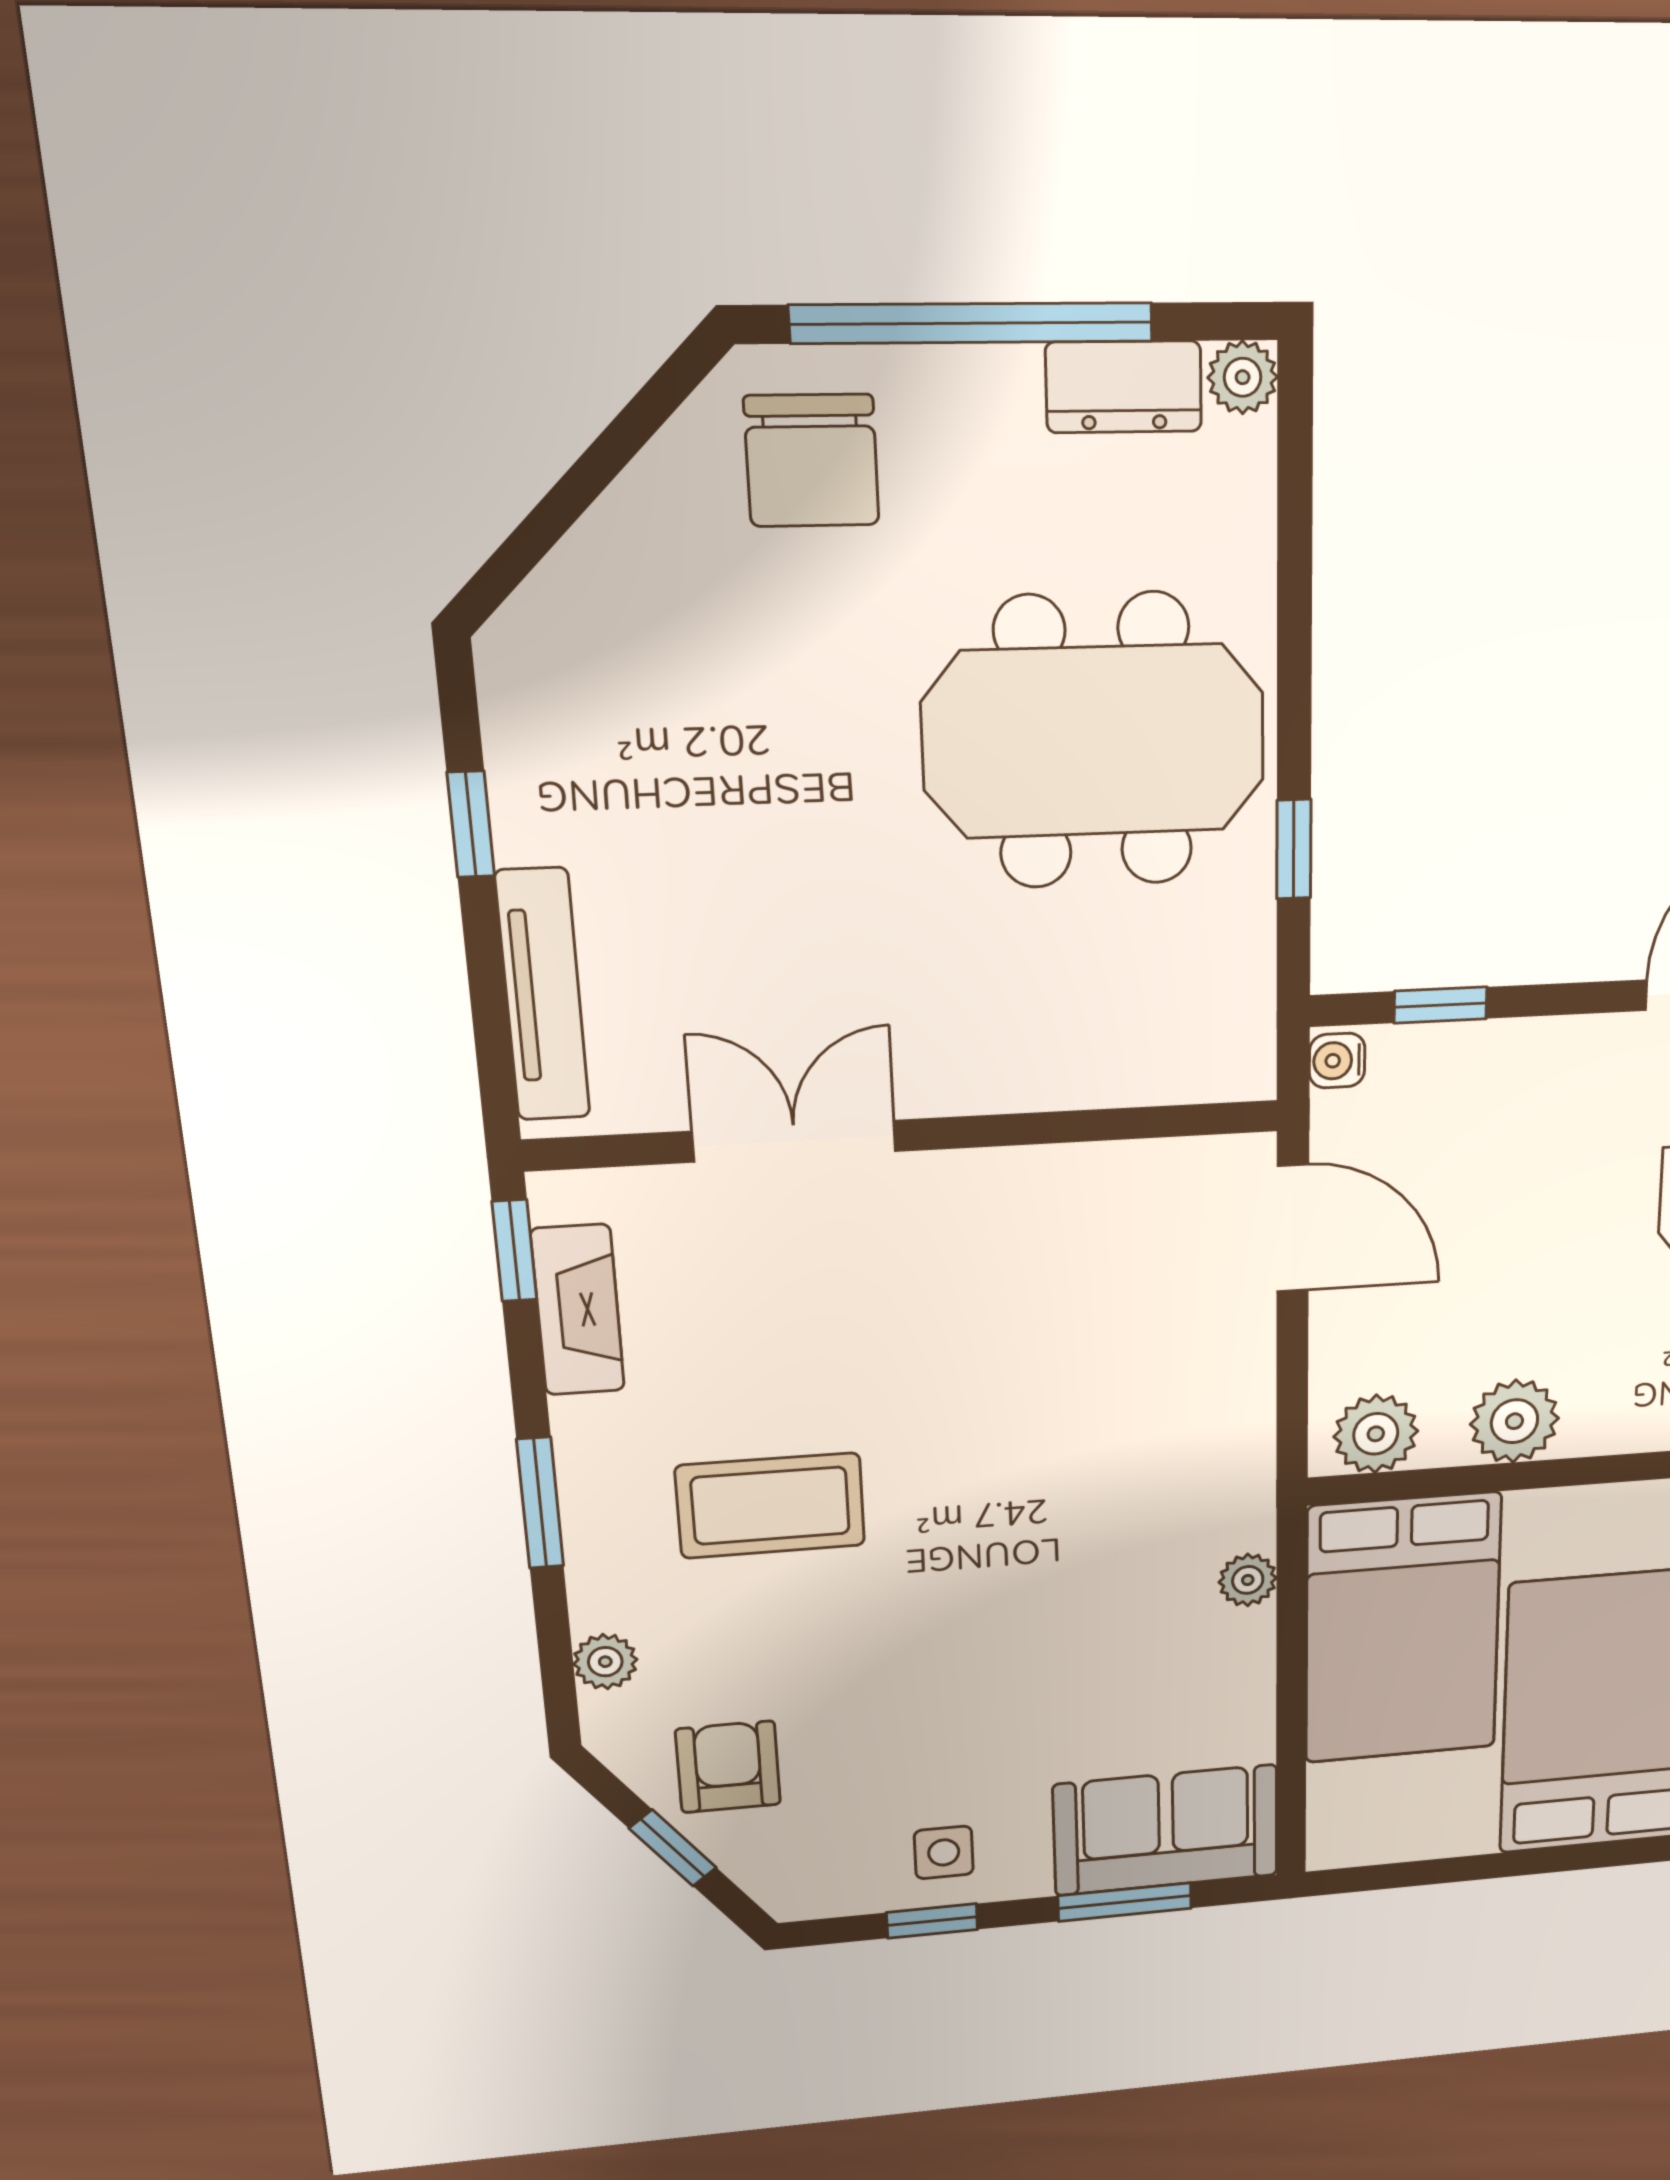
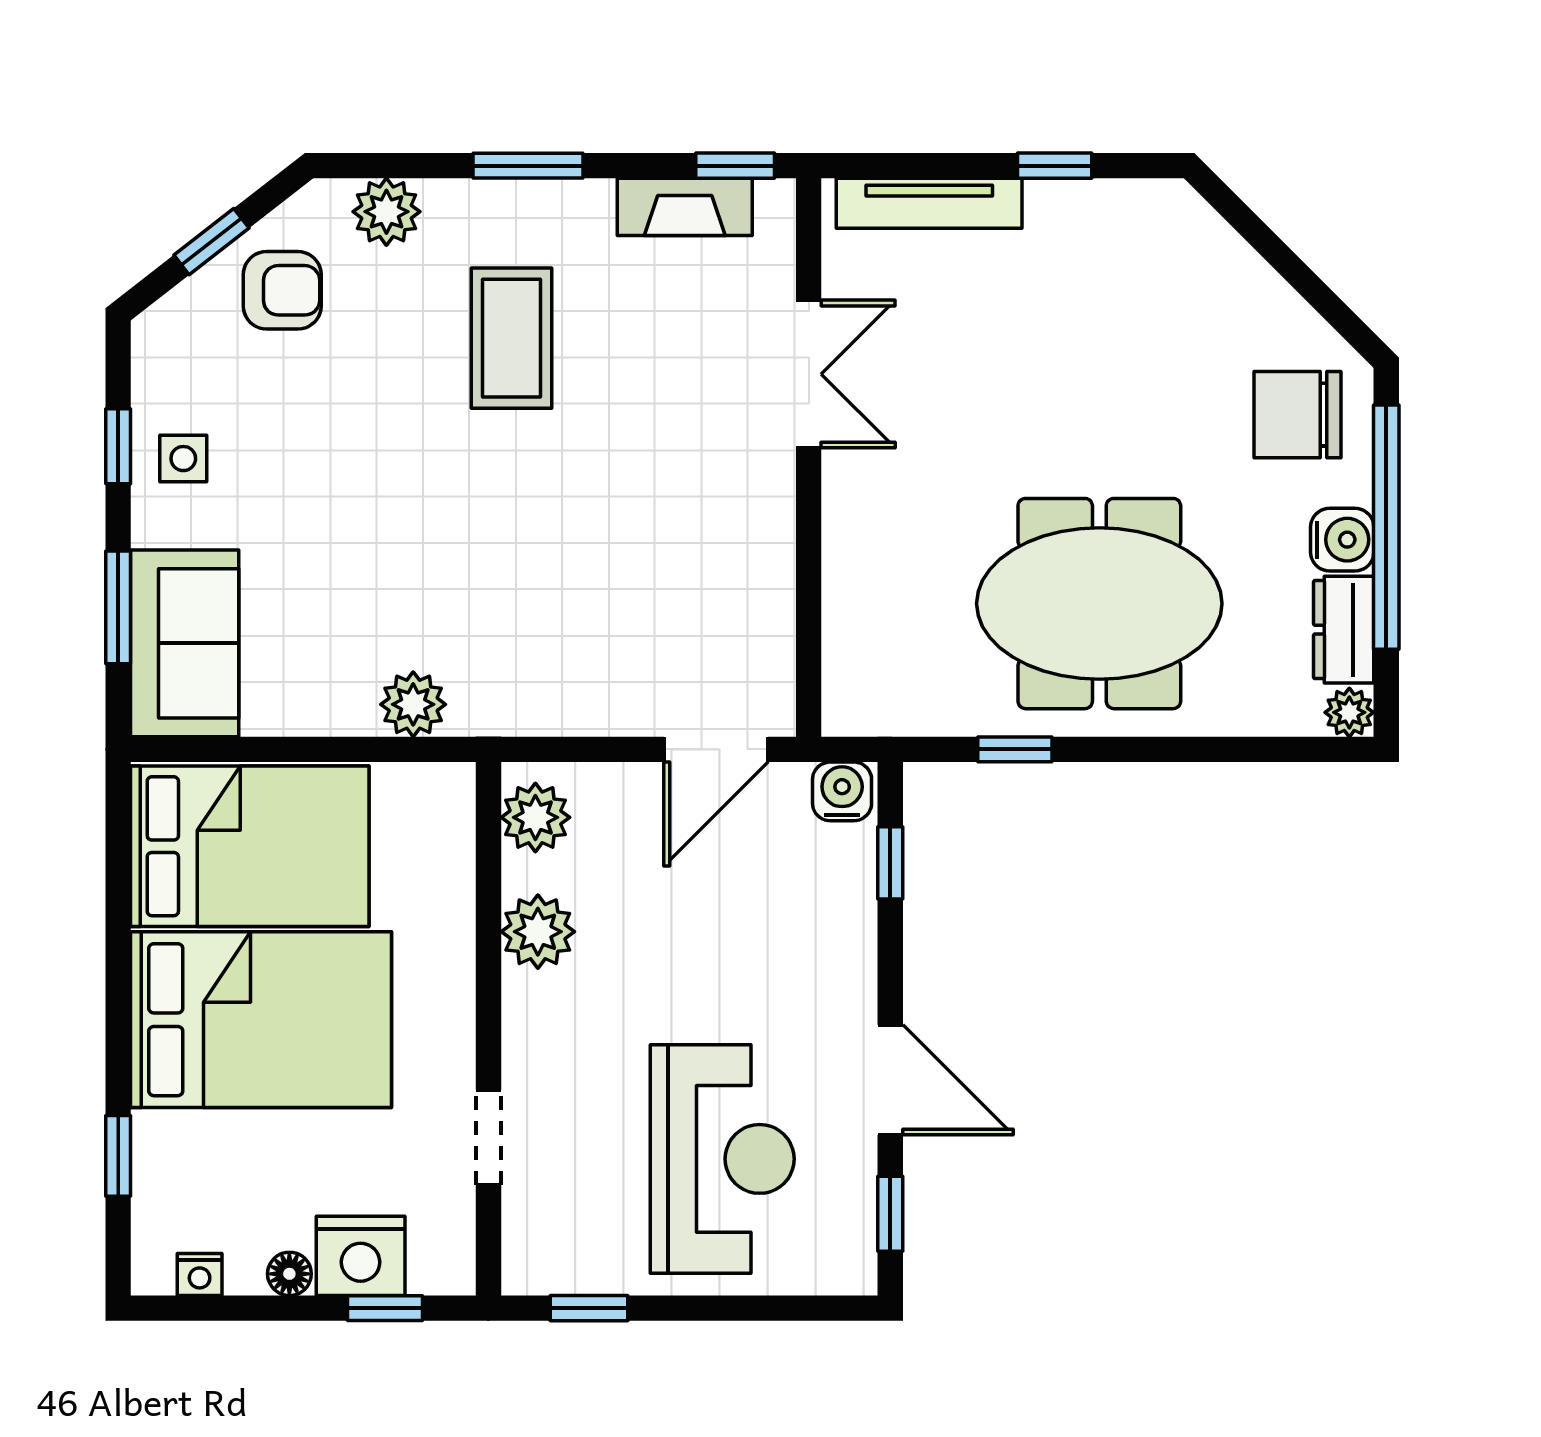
water cooler: (993, 390) -> (1342, 540), added
meeting table: (1094, 741) -> (1099, 604), turned 90
water cooler: (1337, 1061) -> (842, 791), width x1.38, depth x1.38
plant: (1248, 1580) -> (413, 704), width x1.38, depth x1.38
bed: (1403, 1629) -> (250, 846), moved, turned 180
plant: (605, 1662) -> (386, 212), width x1.38, depth x1.38

